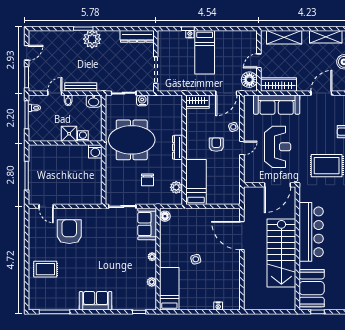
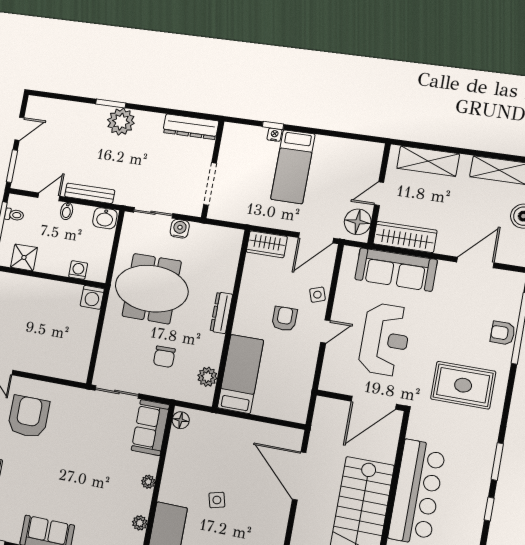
shower: (69, 134) -> (24, 257), moved

